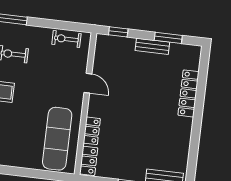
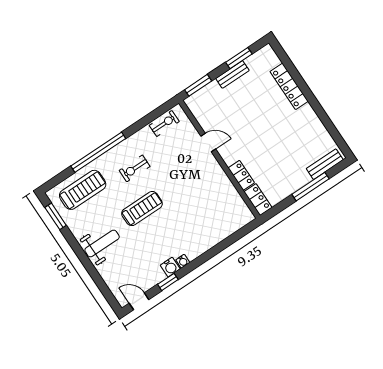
window: (118, 32) -> (198, 85), width x1.50
exercise bike: (66, 39) -> (164, 123), turned 180
exercise mat: (57, 139) -> (221, 203), removed

